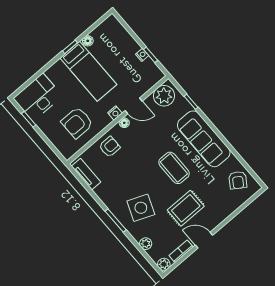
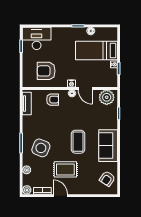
bed: (88, 71) -> (97, 51), moved, turned 90
sofa: (204, 139) -> (108, 146), width x0.73

